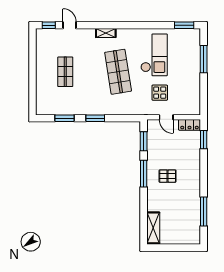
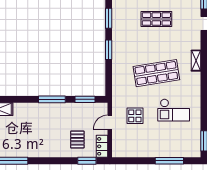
checkout: (154, 55) -> (174, 110), width x0.73, depth x0.83
pallet: (168, 176) -> (77, 140), moved

